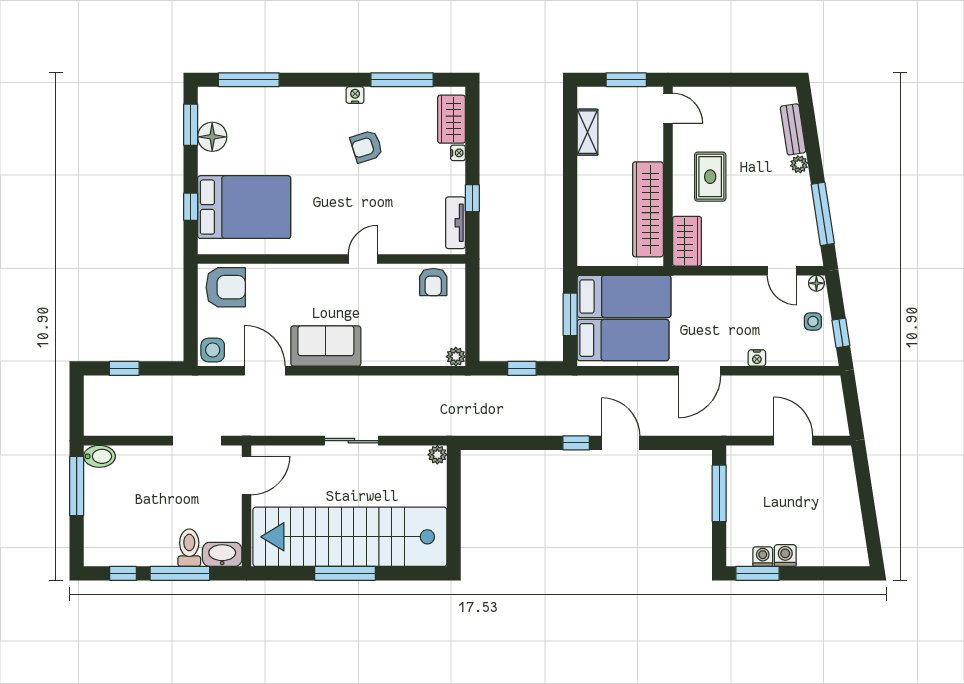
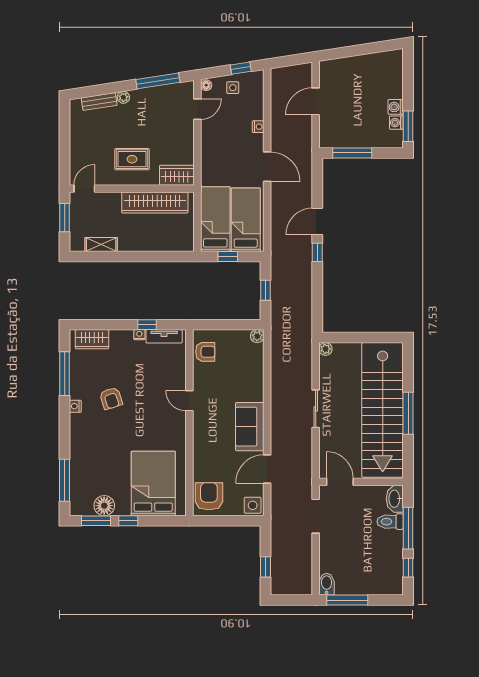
nightstand: (458, 153) -> (139, 335), moved
window: (191, 207) -> (128, 521), moved
window: (570, 314) -> (228, 257), width x0.67

